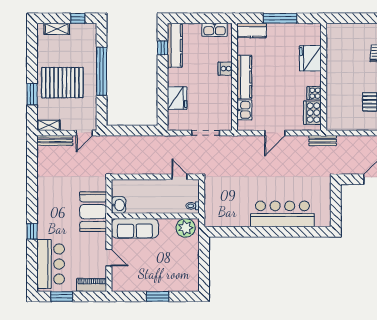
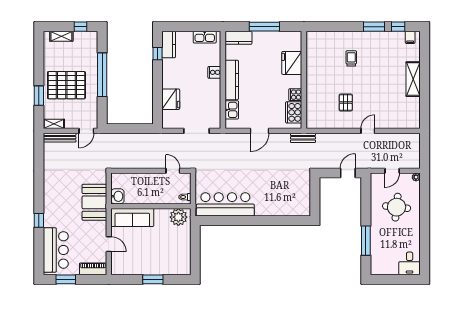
kitchen counter: (175, 45) -> (169, 44), width x0.67
bar counter: (282, 214) -> (225, 204), moved

